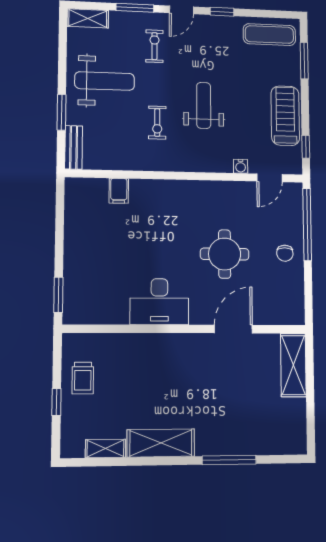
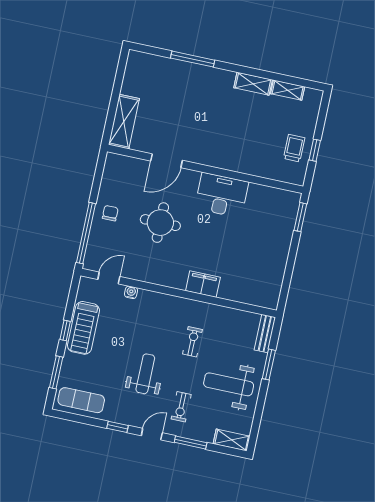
weight bench: (204, 105) -> (145, 374), moved, turned 180
window: (306, 147) -> (65, 330), moved
filing cabinet: (119, 191) -> (203, 284), moved, width x2.00
window: (56, 402) -> (315, 150), moved
shelving: (161, 443) -> (253, 84), width x0.67, depth x0.75

